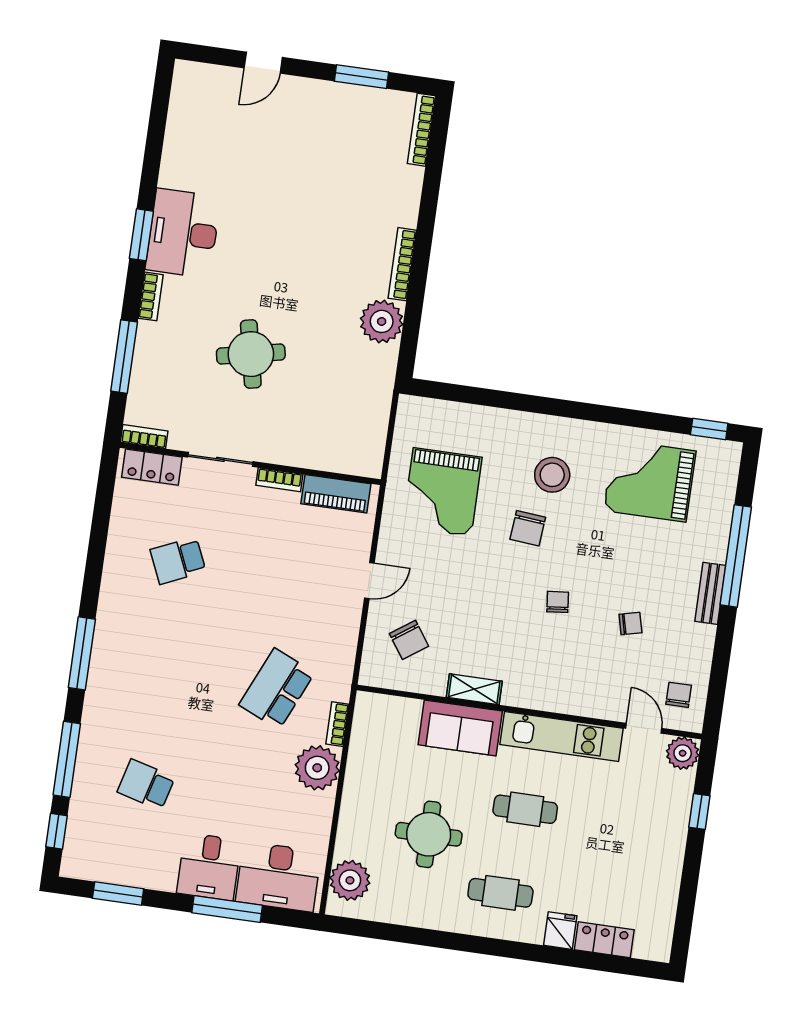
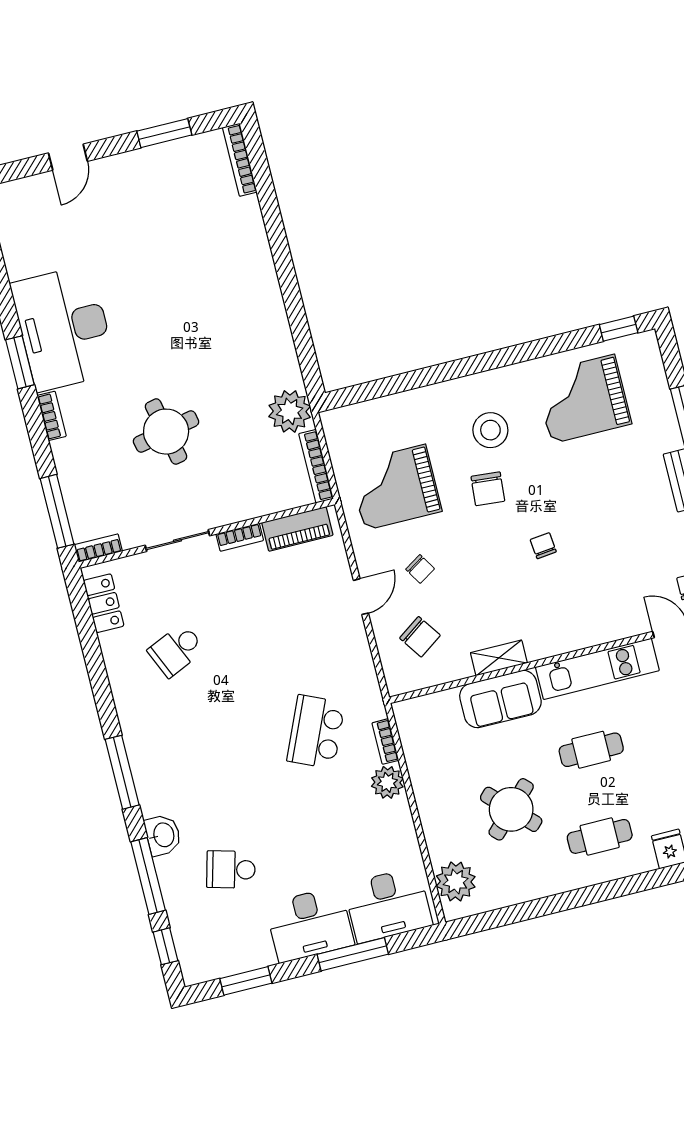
desk: (183, 233) -> (64, 328), width x1.36, depth x1.30
bookcase: (402, 264) -> (316, 466), moved
plant: (382, 321) -> (290, 411), moved
window: (124, 357) -> (57, 511), moved
locker: (152, 467) -> (104, 603), moved, turned -90
grand piano: (442, 492) -> (395, 487), turned 90
chair: (630, 623) -> (420, 569), moved, turned 72
washbasin: (96, 727) -> (163, 835), added
plant: (317, 768) -> (387, 782), width x0.73, depth x0.73
round table: (429, 834) -> (511, 809), turned 45
desk: (209, 867) -> (310, 924), width x1.37

